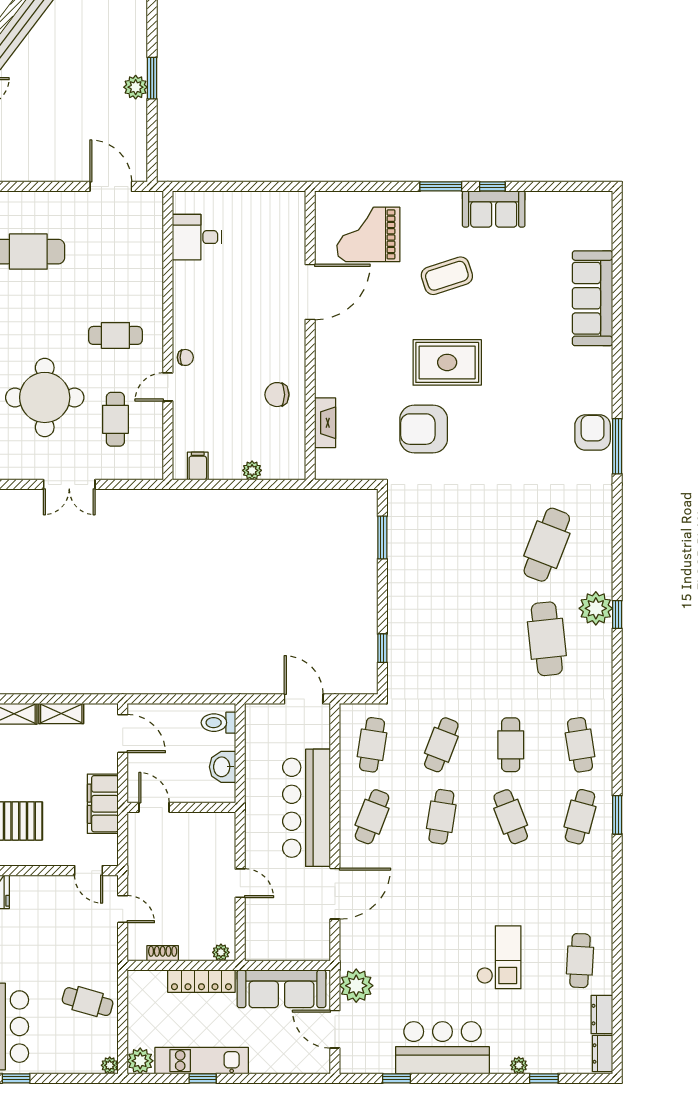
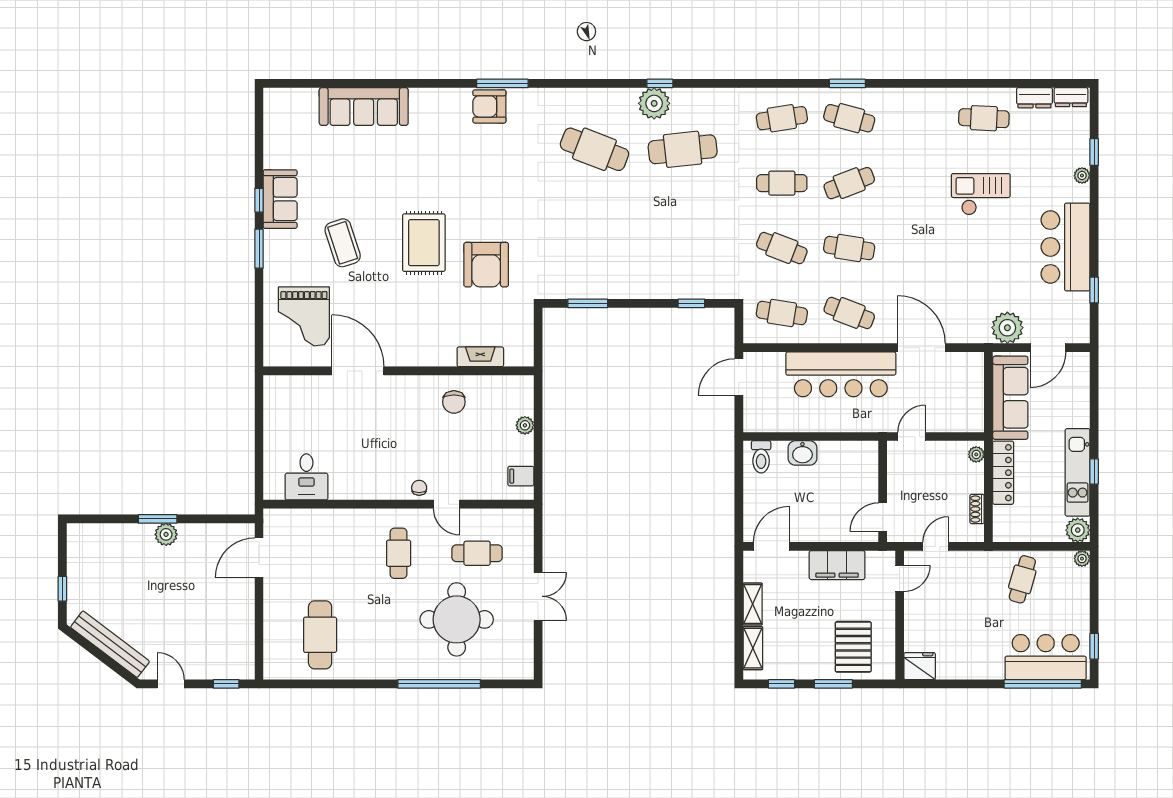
door: (154, 807) -> (883, 517), moved
wall: (181, 807) -> (883, 491), moved

